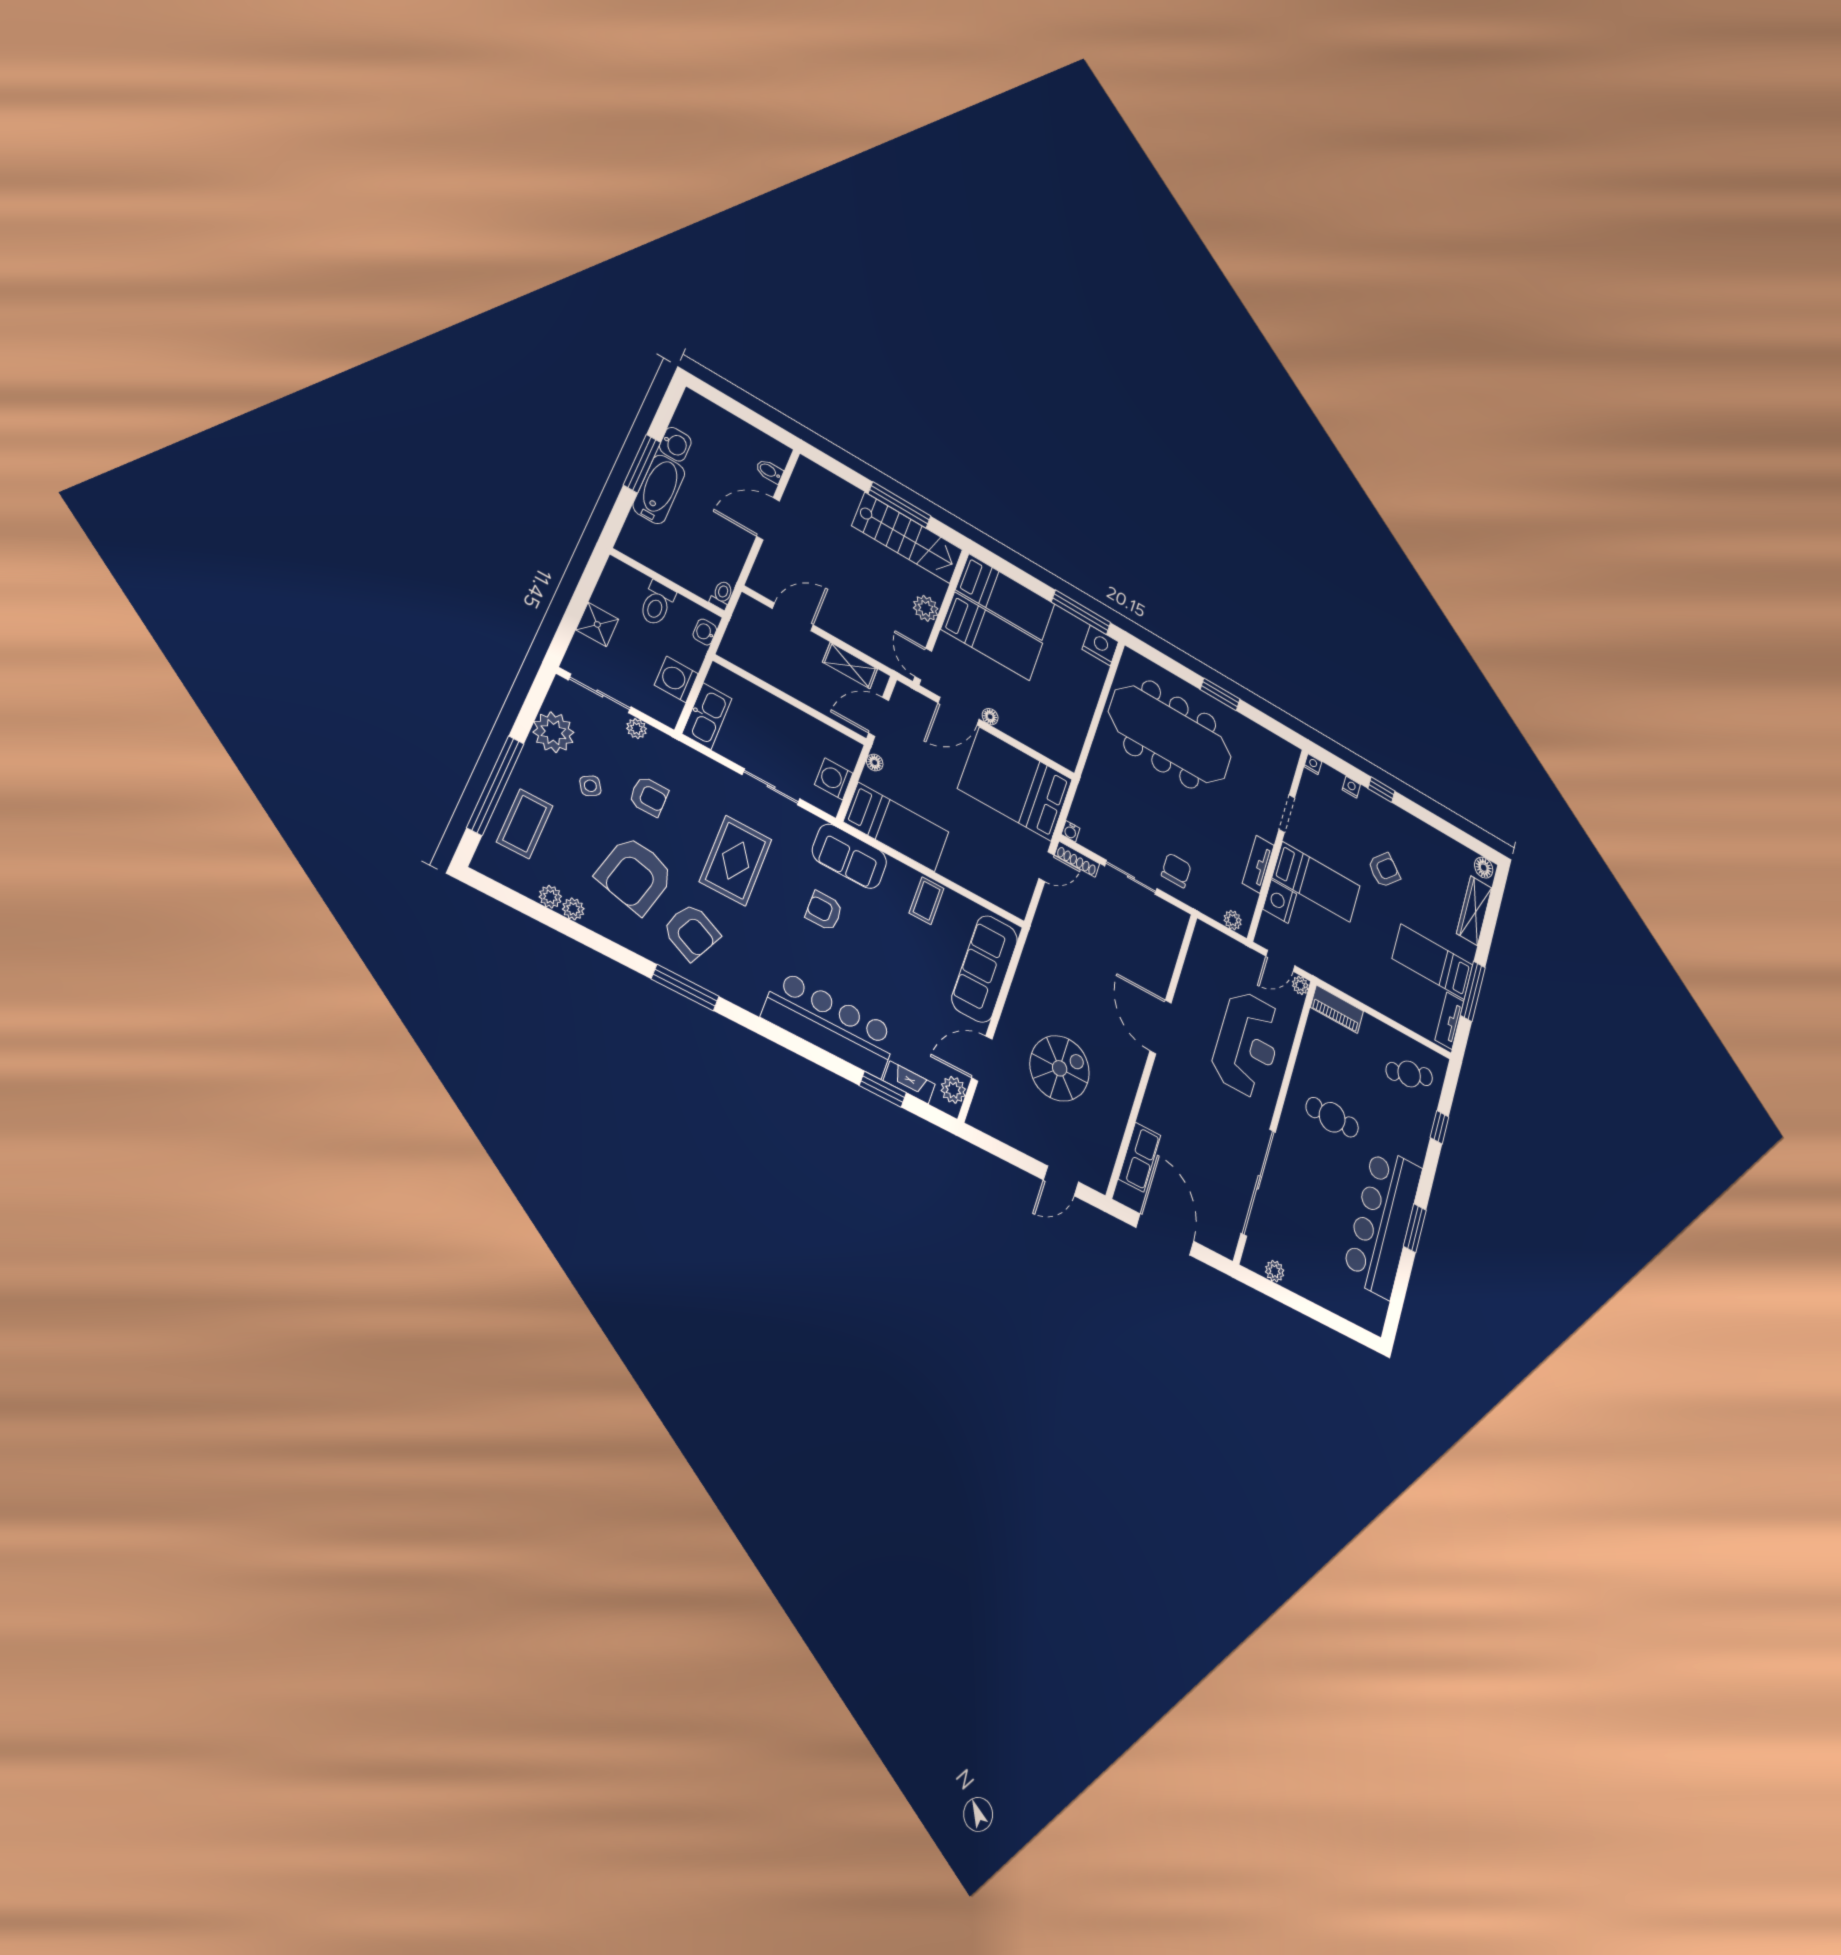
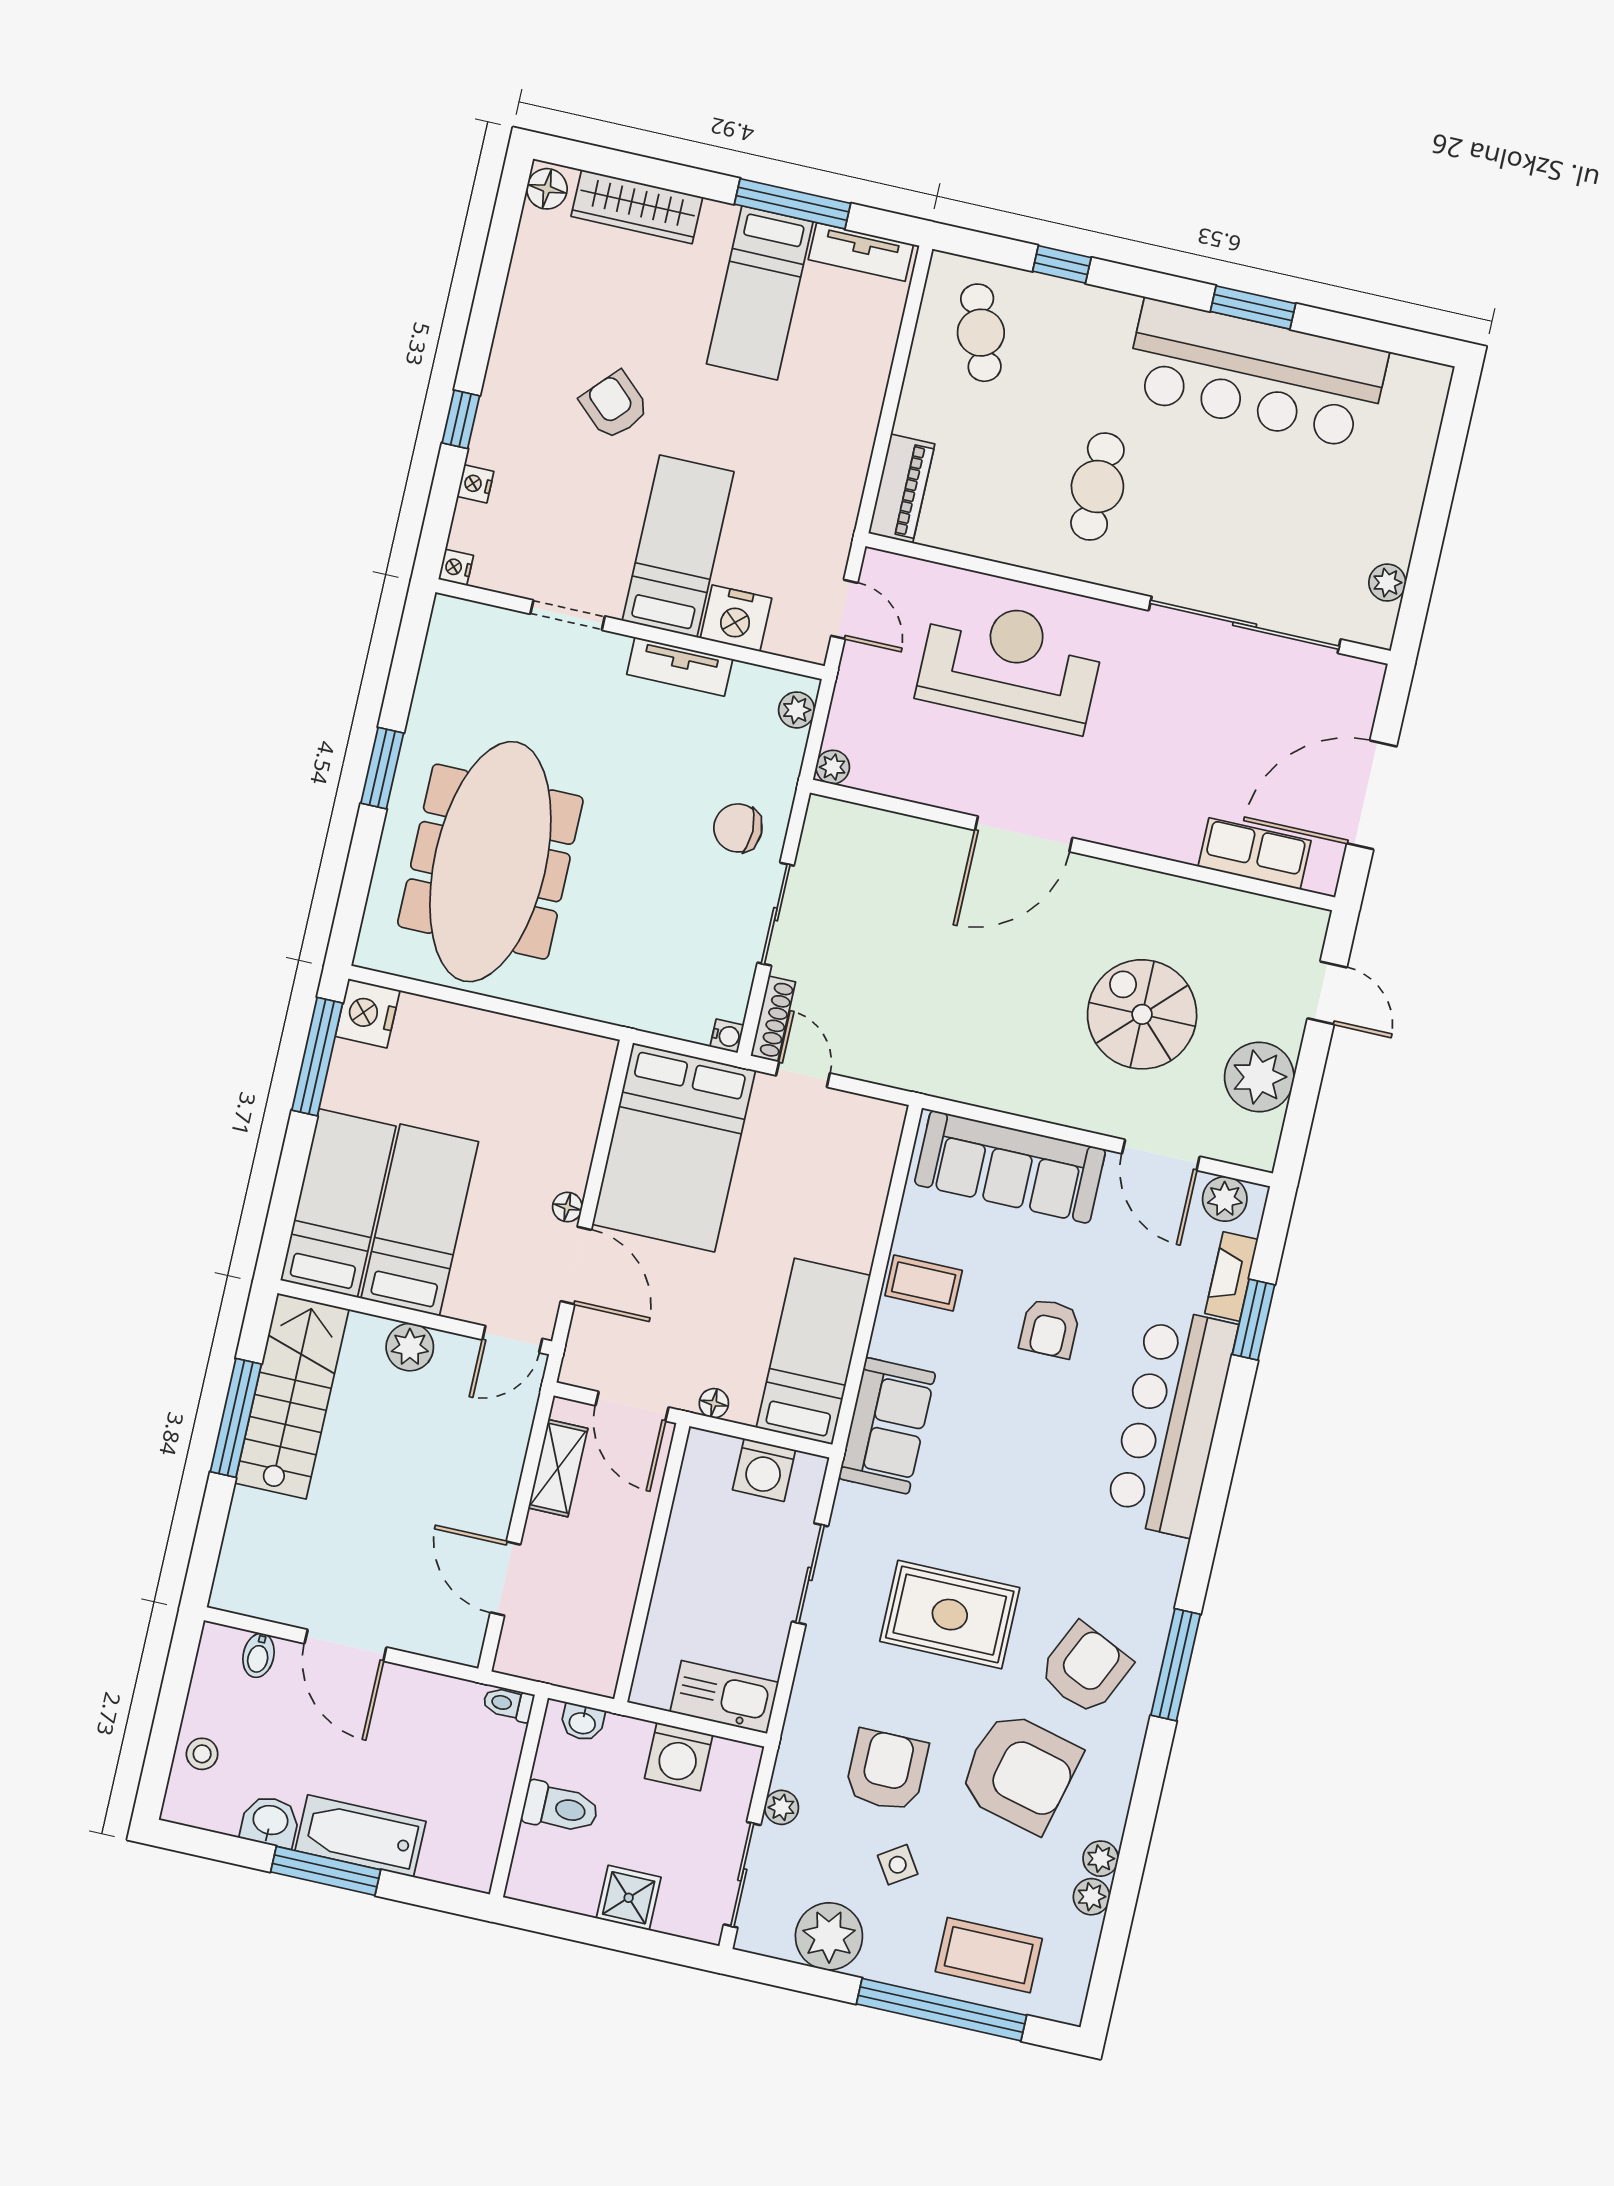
stool: (719, 422) -> (202, 1754), added
armchair: (649, 796) -> (887, 1770), width x1.38, depth x1.38
armchair: (824, 911) -> (1049, 1328), moved
plant: (1300, 985) -> (833, 767), moved
plant: (1019, 1128) -> (1259, 1077), added

